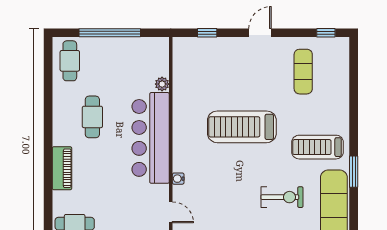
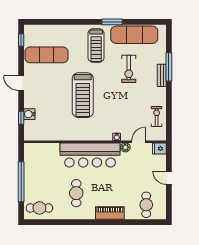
water cooler: (213, 45) -> (29, 114), added
exercise mat: (303, 72) -> (46, 55), width x1.36, depth x1.45
plant: (162, 84) -> (125, 147), moved
cafe table: (92, 117) -> (76, 193), turned 90
exercise bike: (282, 197) -> (129, 69), turned 180

